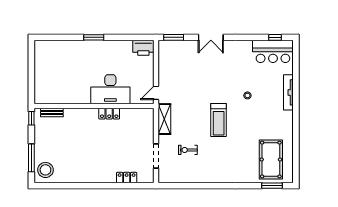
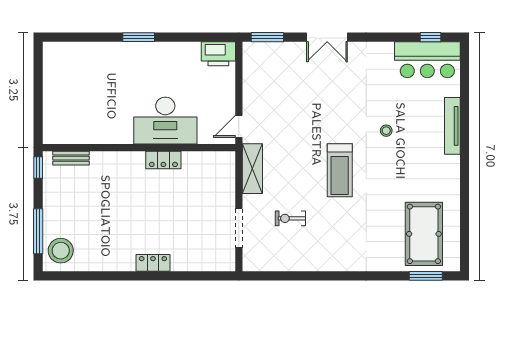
locker: (127, 178) -> (153, 263), moved

